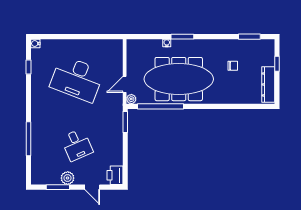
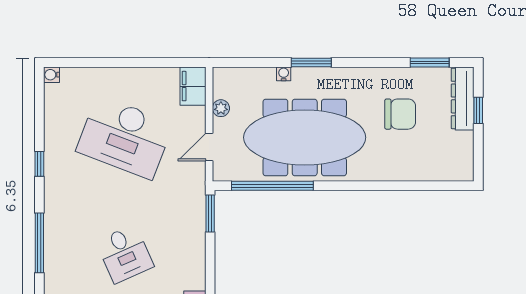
filing cabinet: (116, 50) -> (193, 86), added
chair: (233, 66) -> (400, 114), width x1.87, depth x1.87
window: (29, 67) -> (39, 164), moved
dresser: (268, 84) -> (463, 98), moved
plant: (131, 99) -> (221, 108), moved

